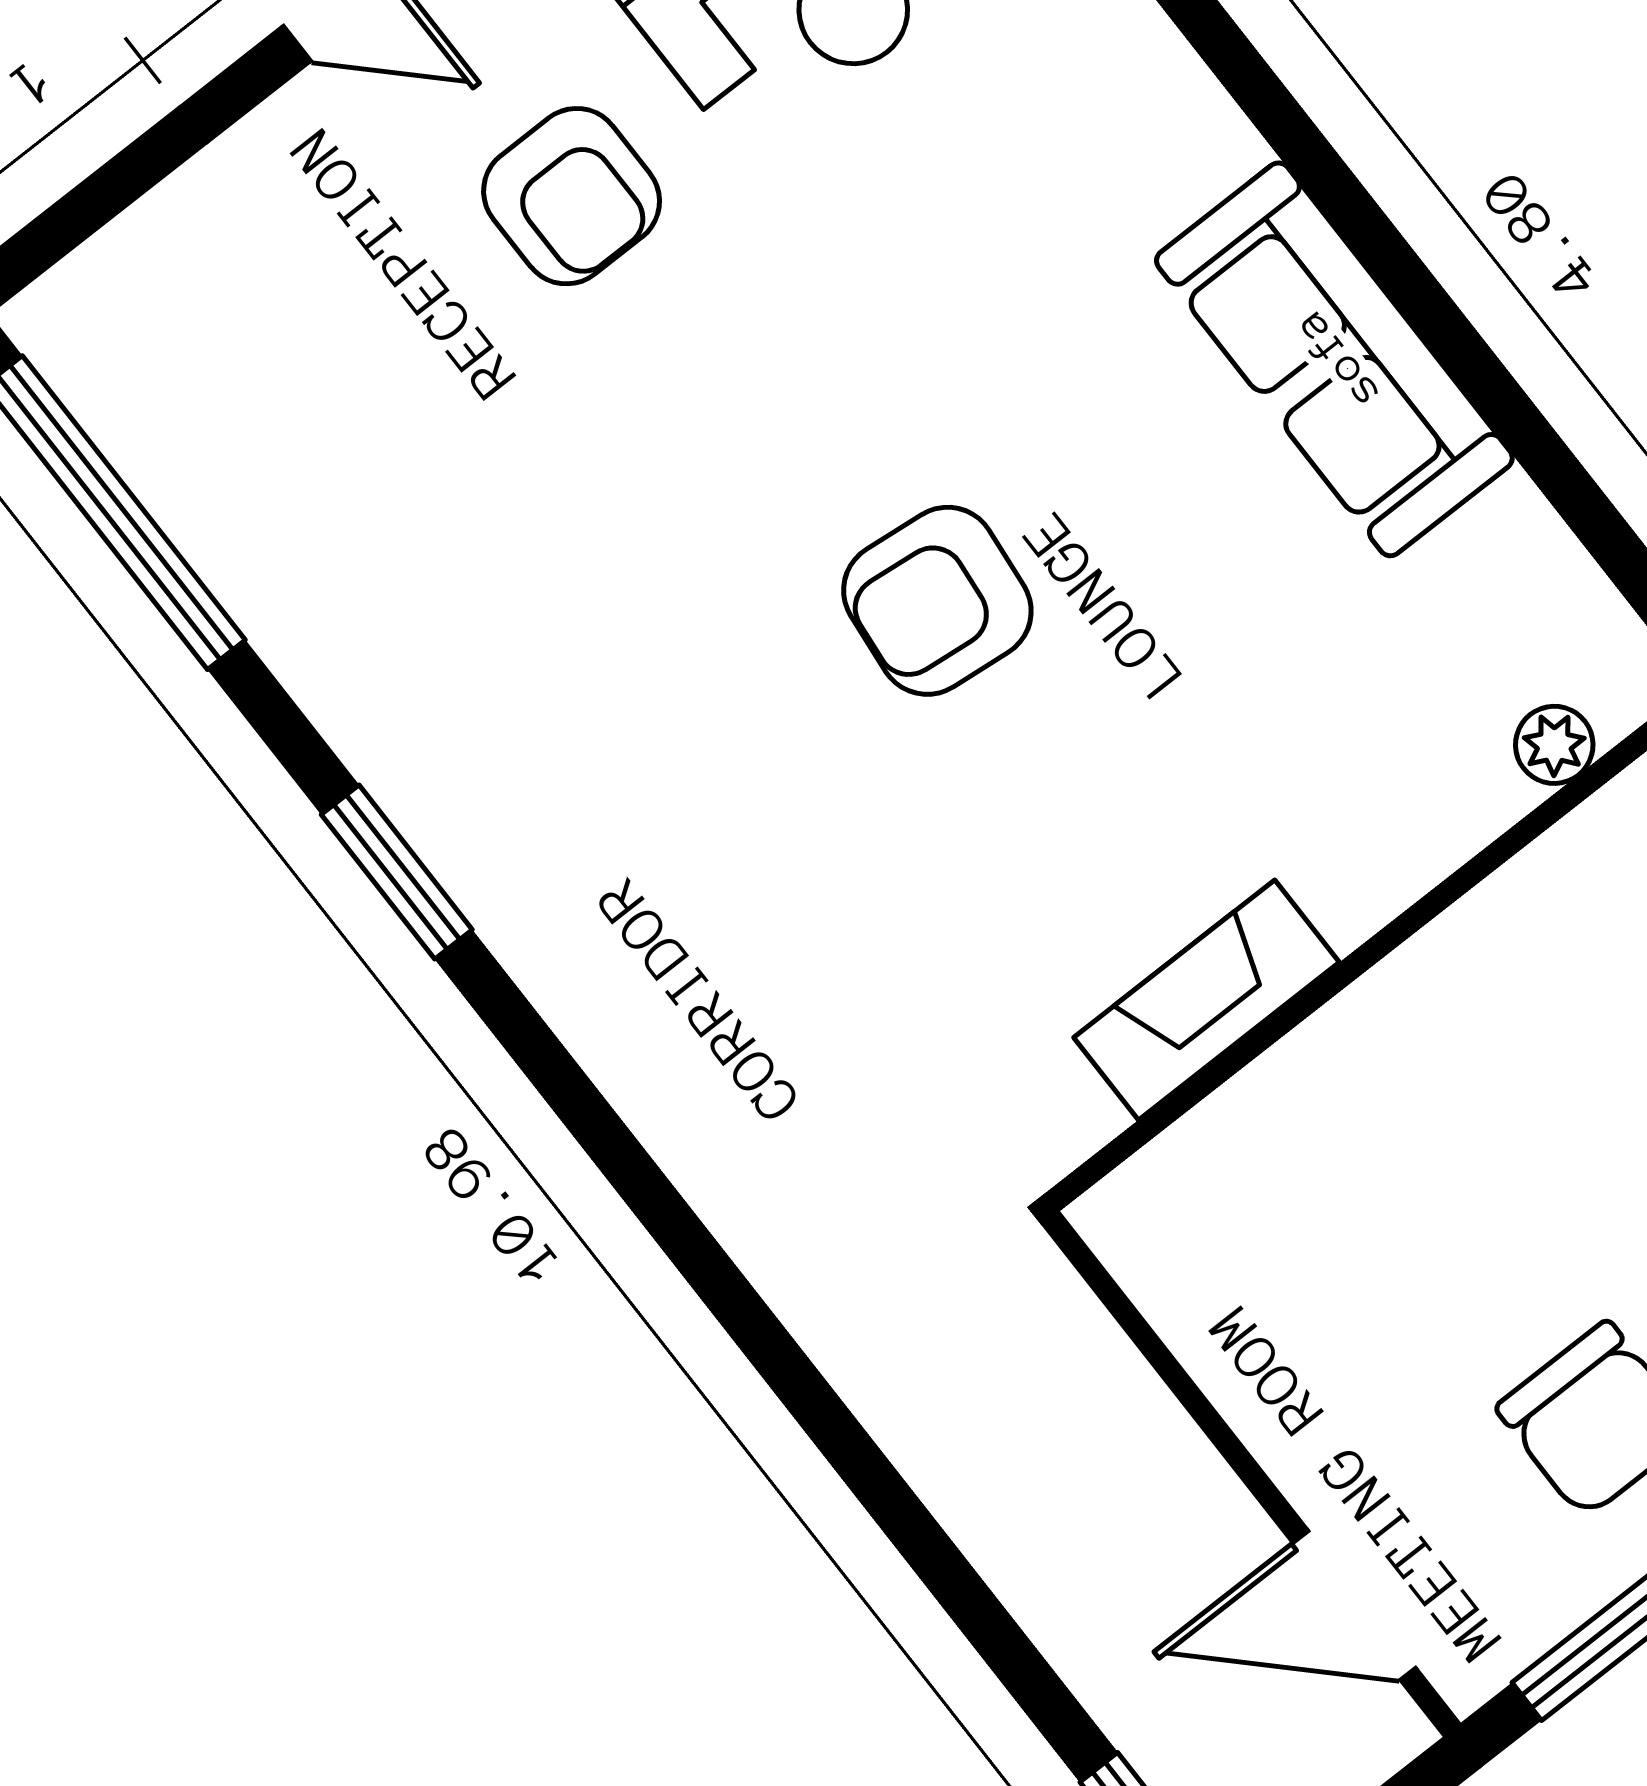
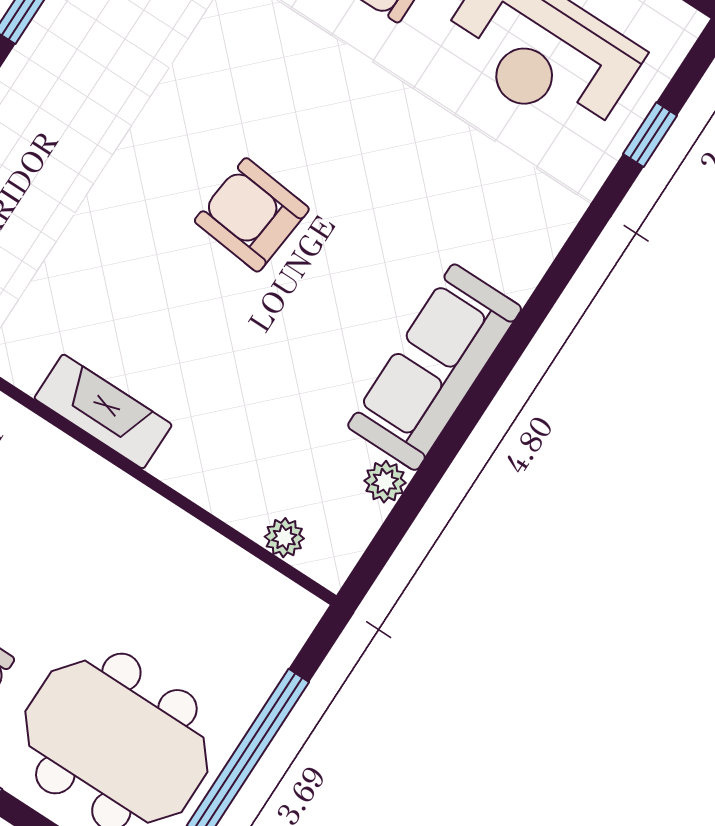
plant: (1515, 523) -> (385, 482), added

